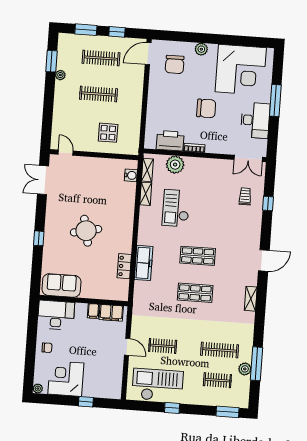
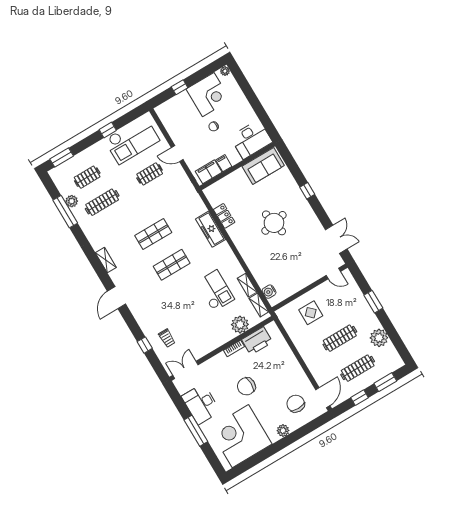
window: (51, 61) -> (373, 302), moved
plant: (60, 75) -> (379, 338), width x1.88, depth x1.88
chair: (47, 348) -> (214, 126), moved

